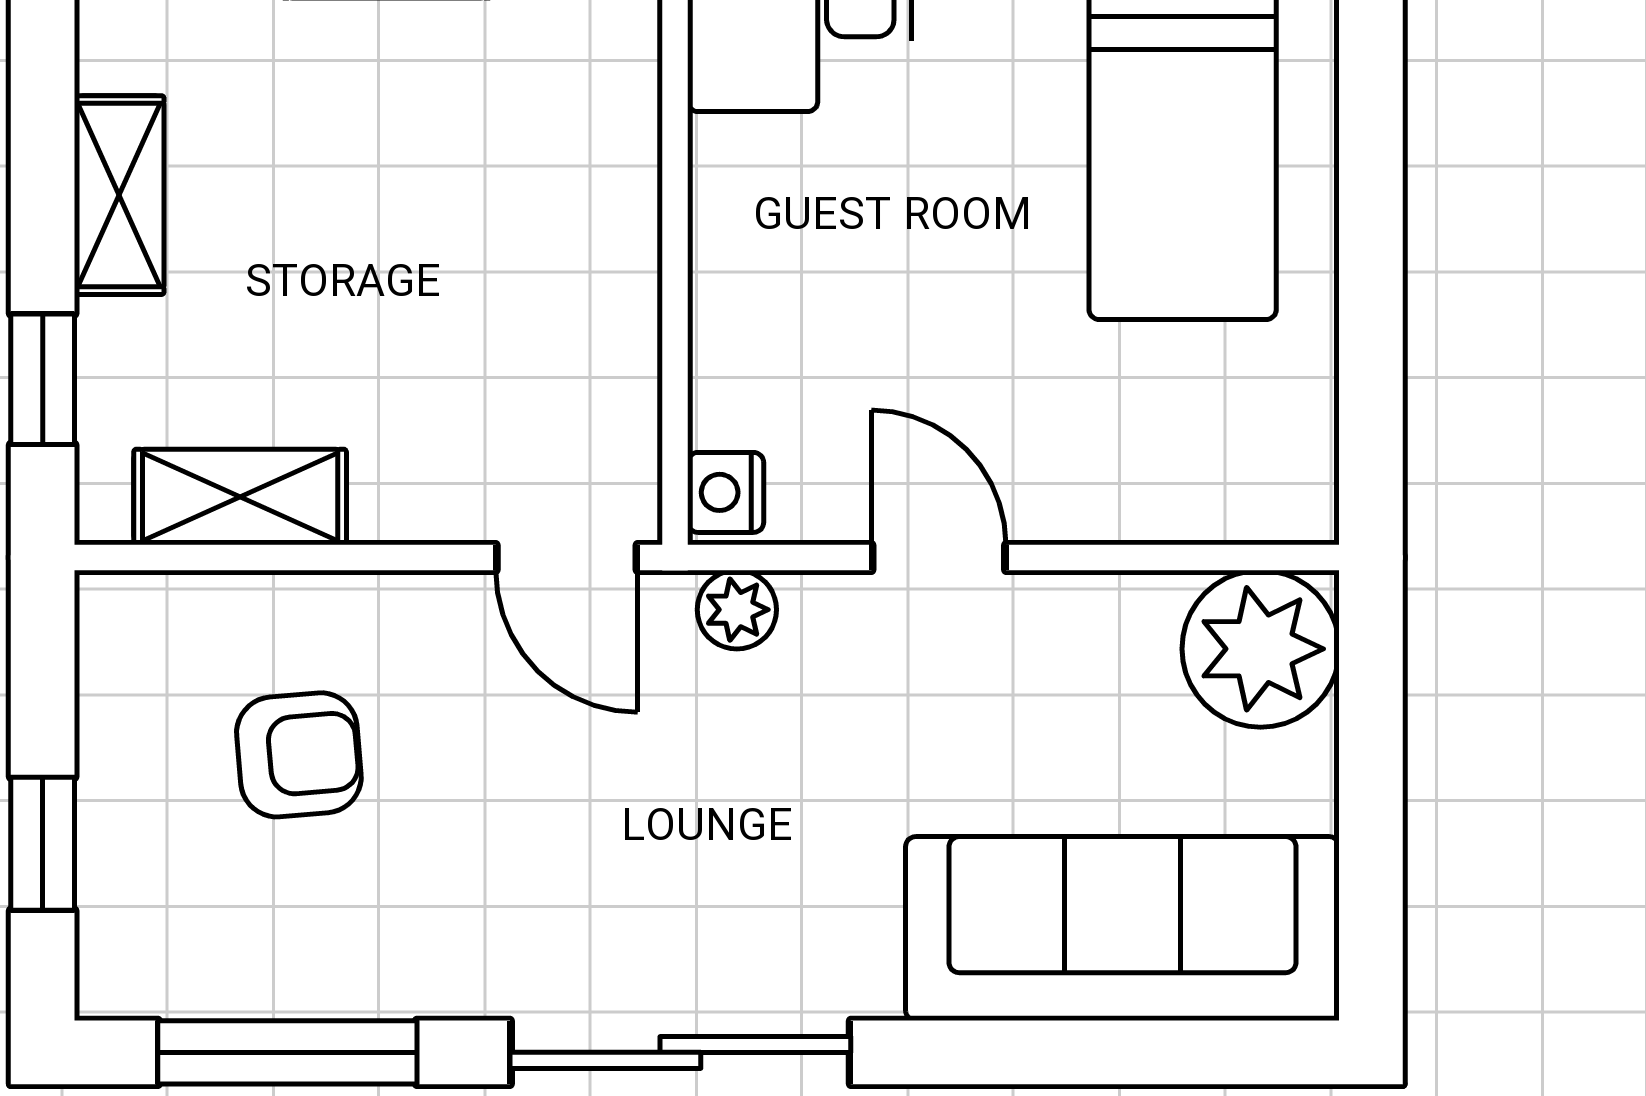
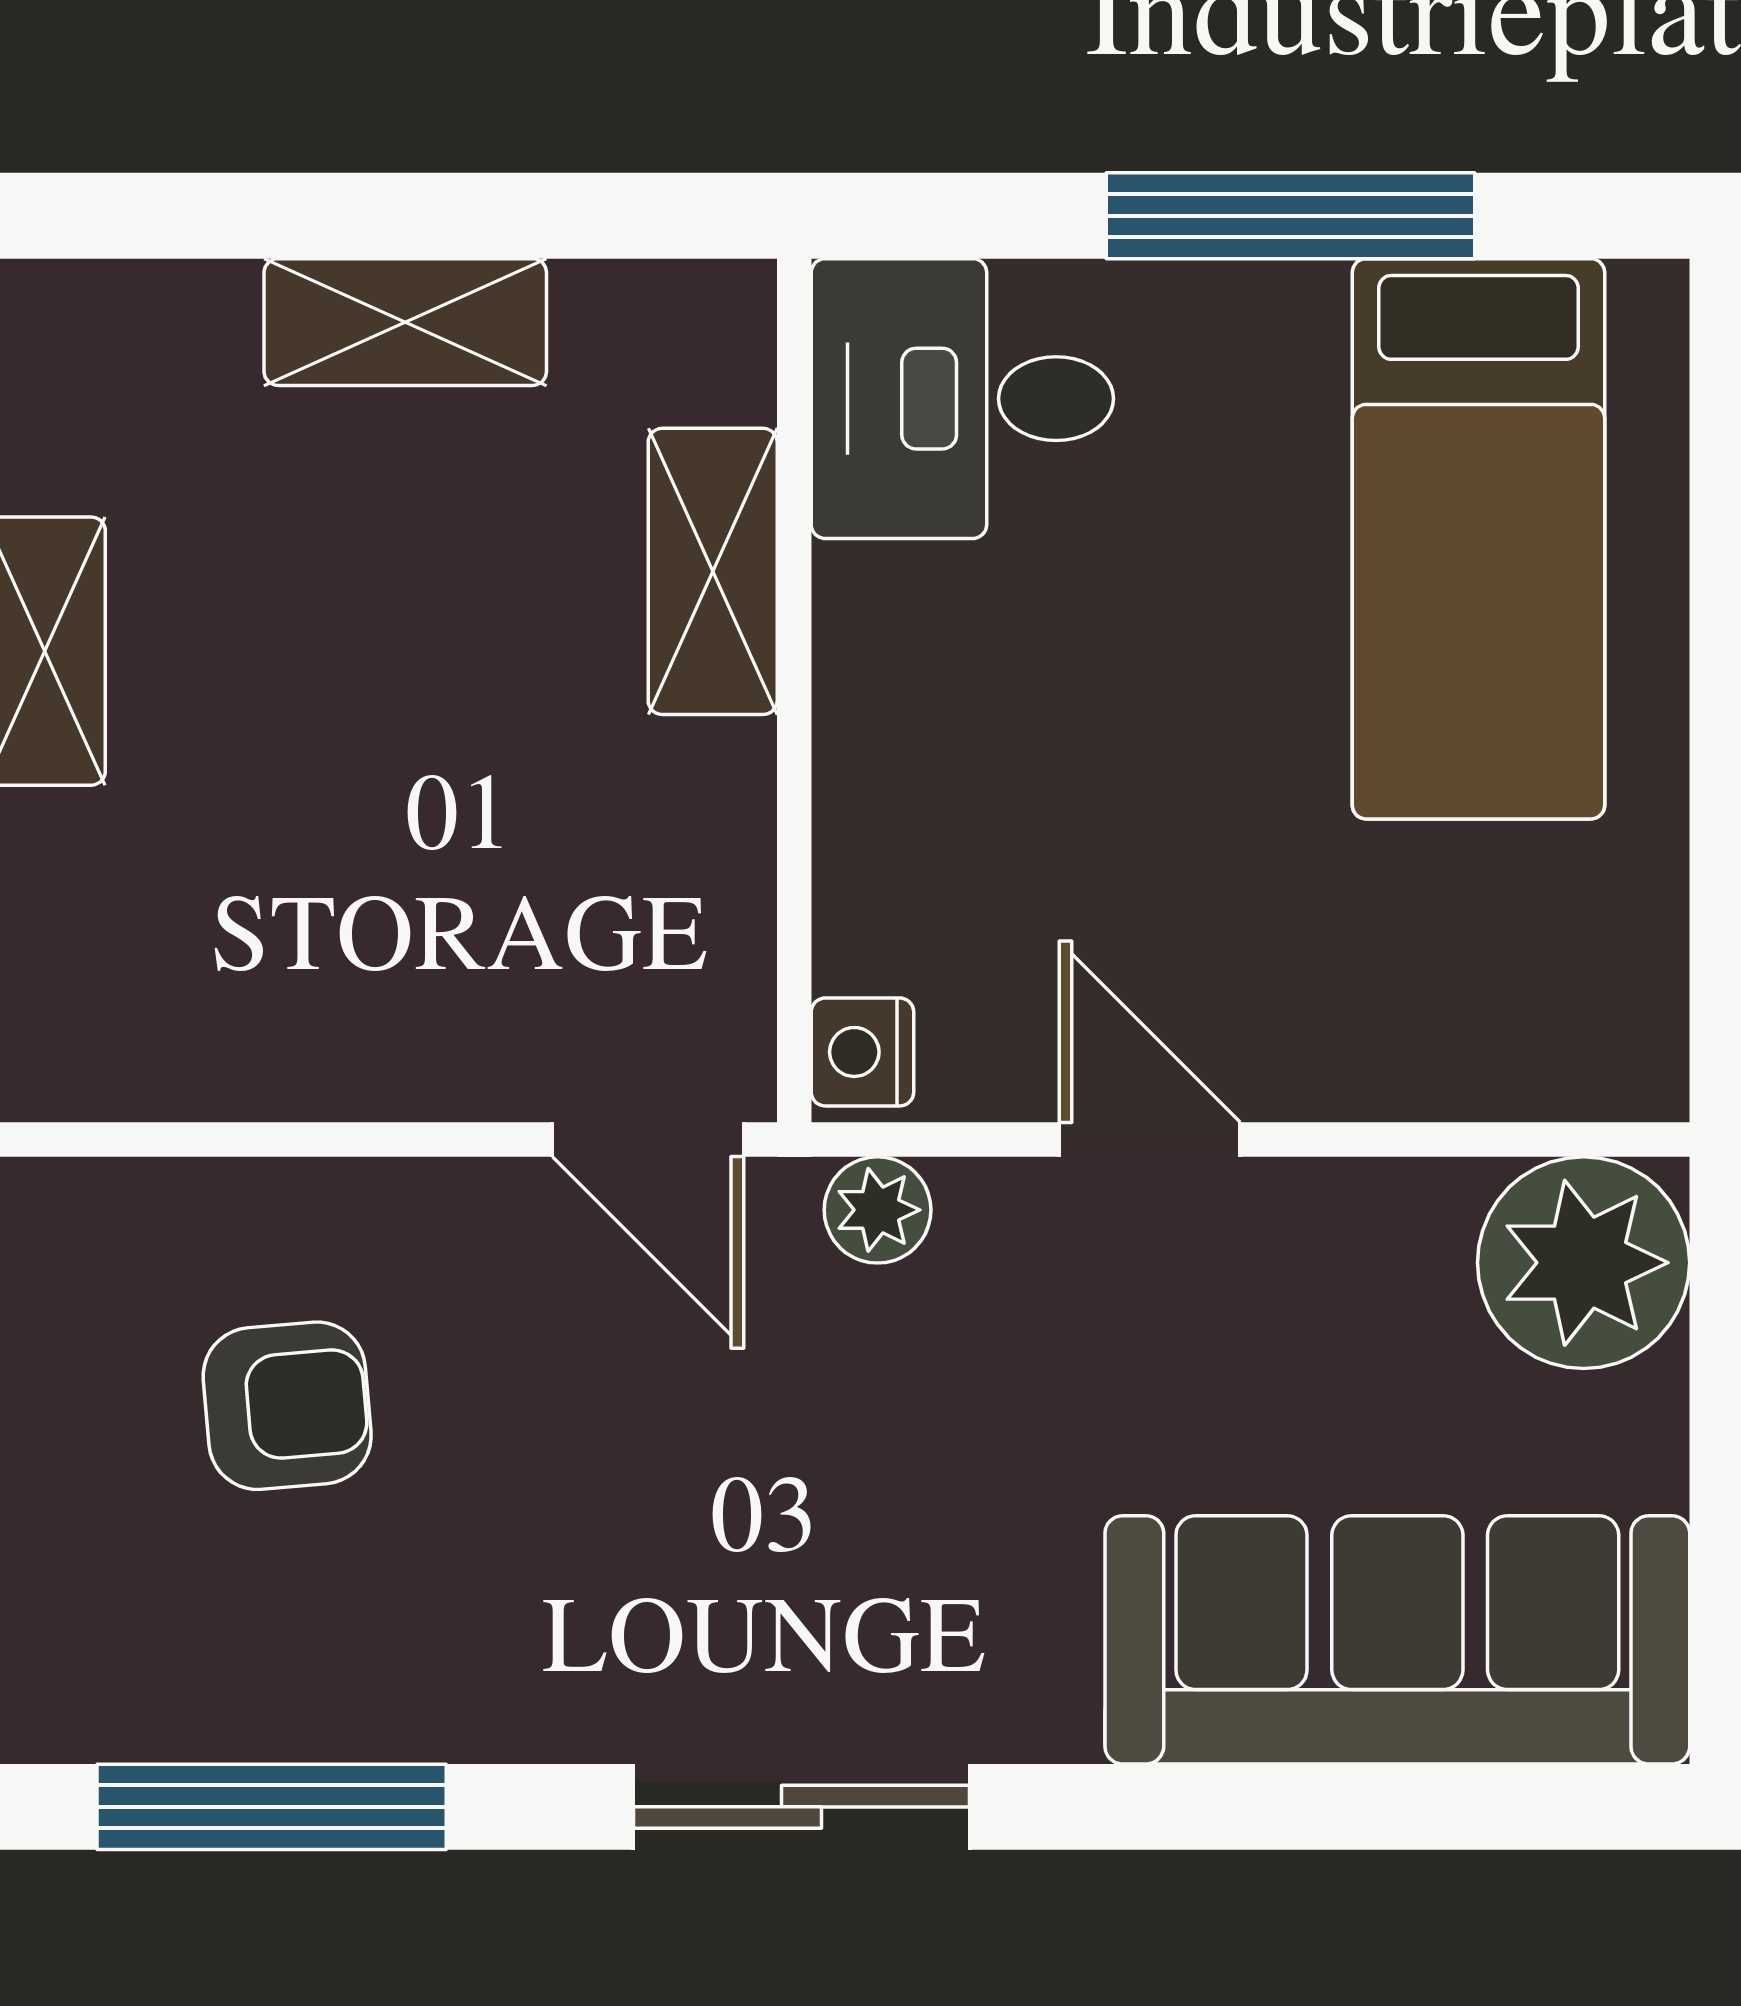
shelving: (240, 497) -> (713, 571), moved, turned 90
sliding door: (680, 1052) -> (801, 1807), width x0.73

